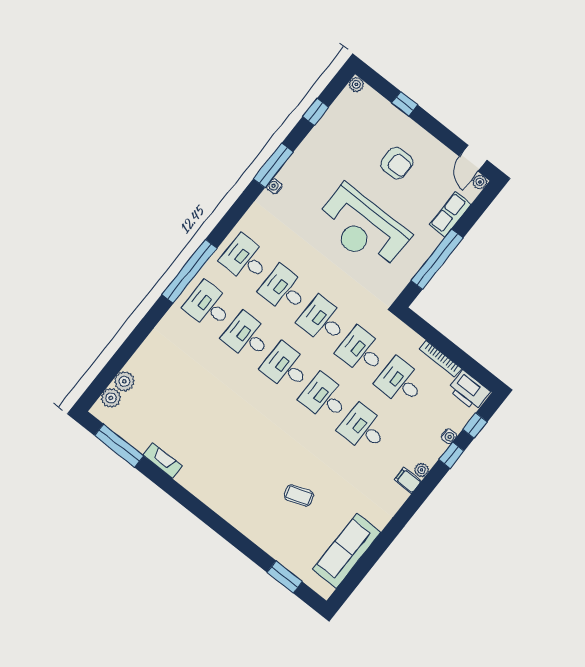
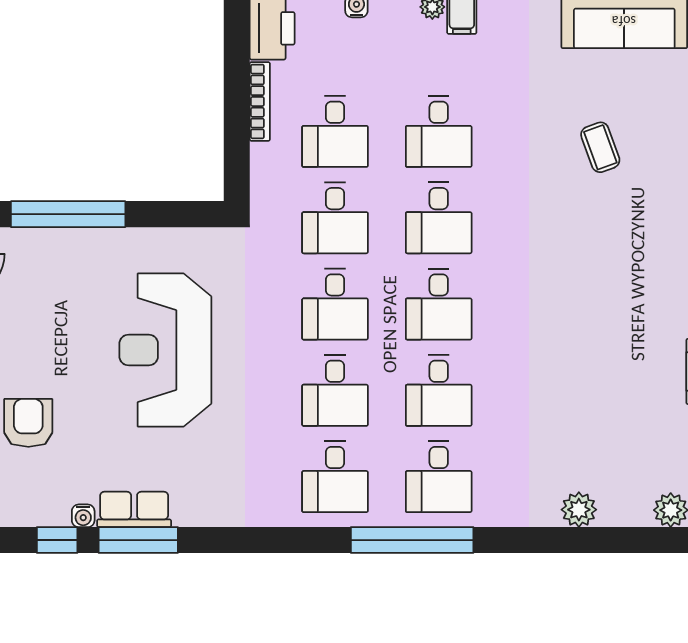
armchair: (397, 163) -> (28, 423), moved
window: (273, 165) -> (138, 540), moved
water cooler: (274, 186) -> (83, 516), moved
row of seats: (450, 214) -> (134, 509), moved, turned 180
reception desk: (362, 228) -> (165, 350), turned 180
window: (437, 259) -> (68, 214), moved
plant: (124, 381) -> (579, 510), moved

